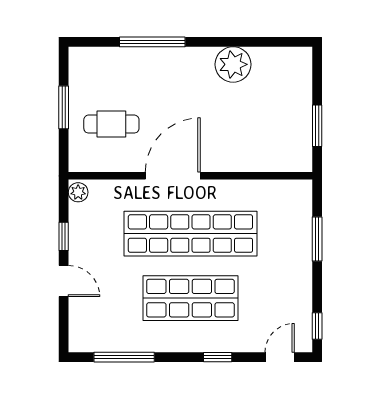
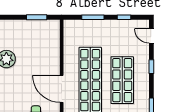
window: (317, 326) -> (124, 17), moved

